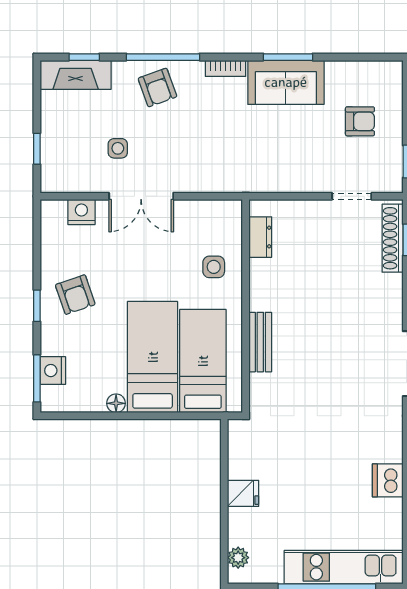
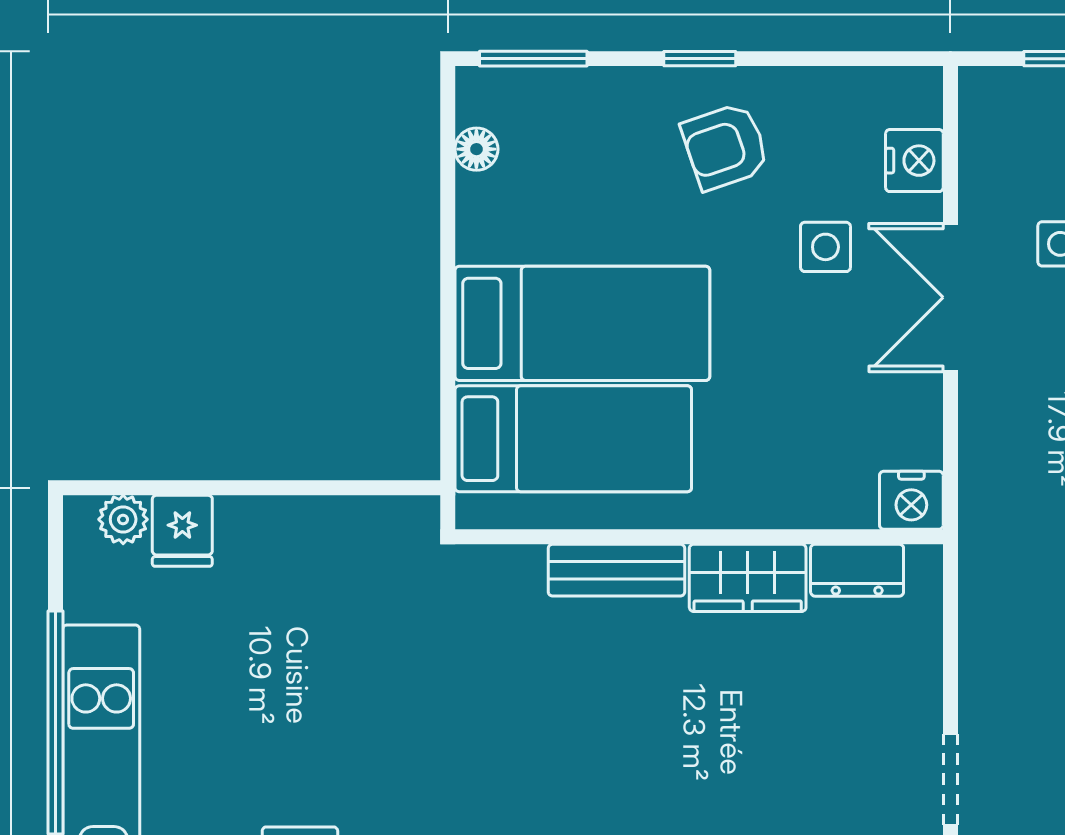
side table: (214, 267) -> (825, 247), moved
wardrobe: (264, 285) -> (748, 578), added
nightstand: (53, 371) -> (911, 500), moved, turned 180
floor lamp: (116, 403) -> (476, 149), moved
fridge: (243, 493) -> (182, 531), moved

